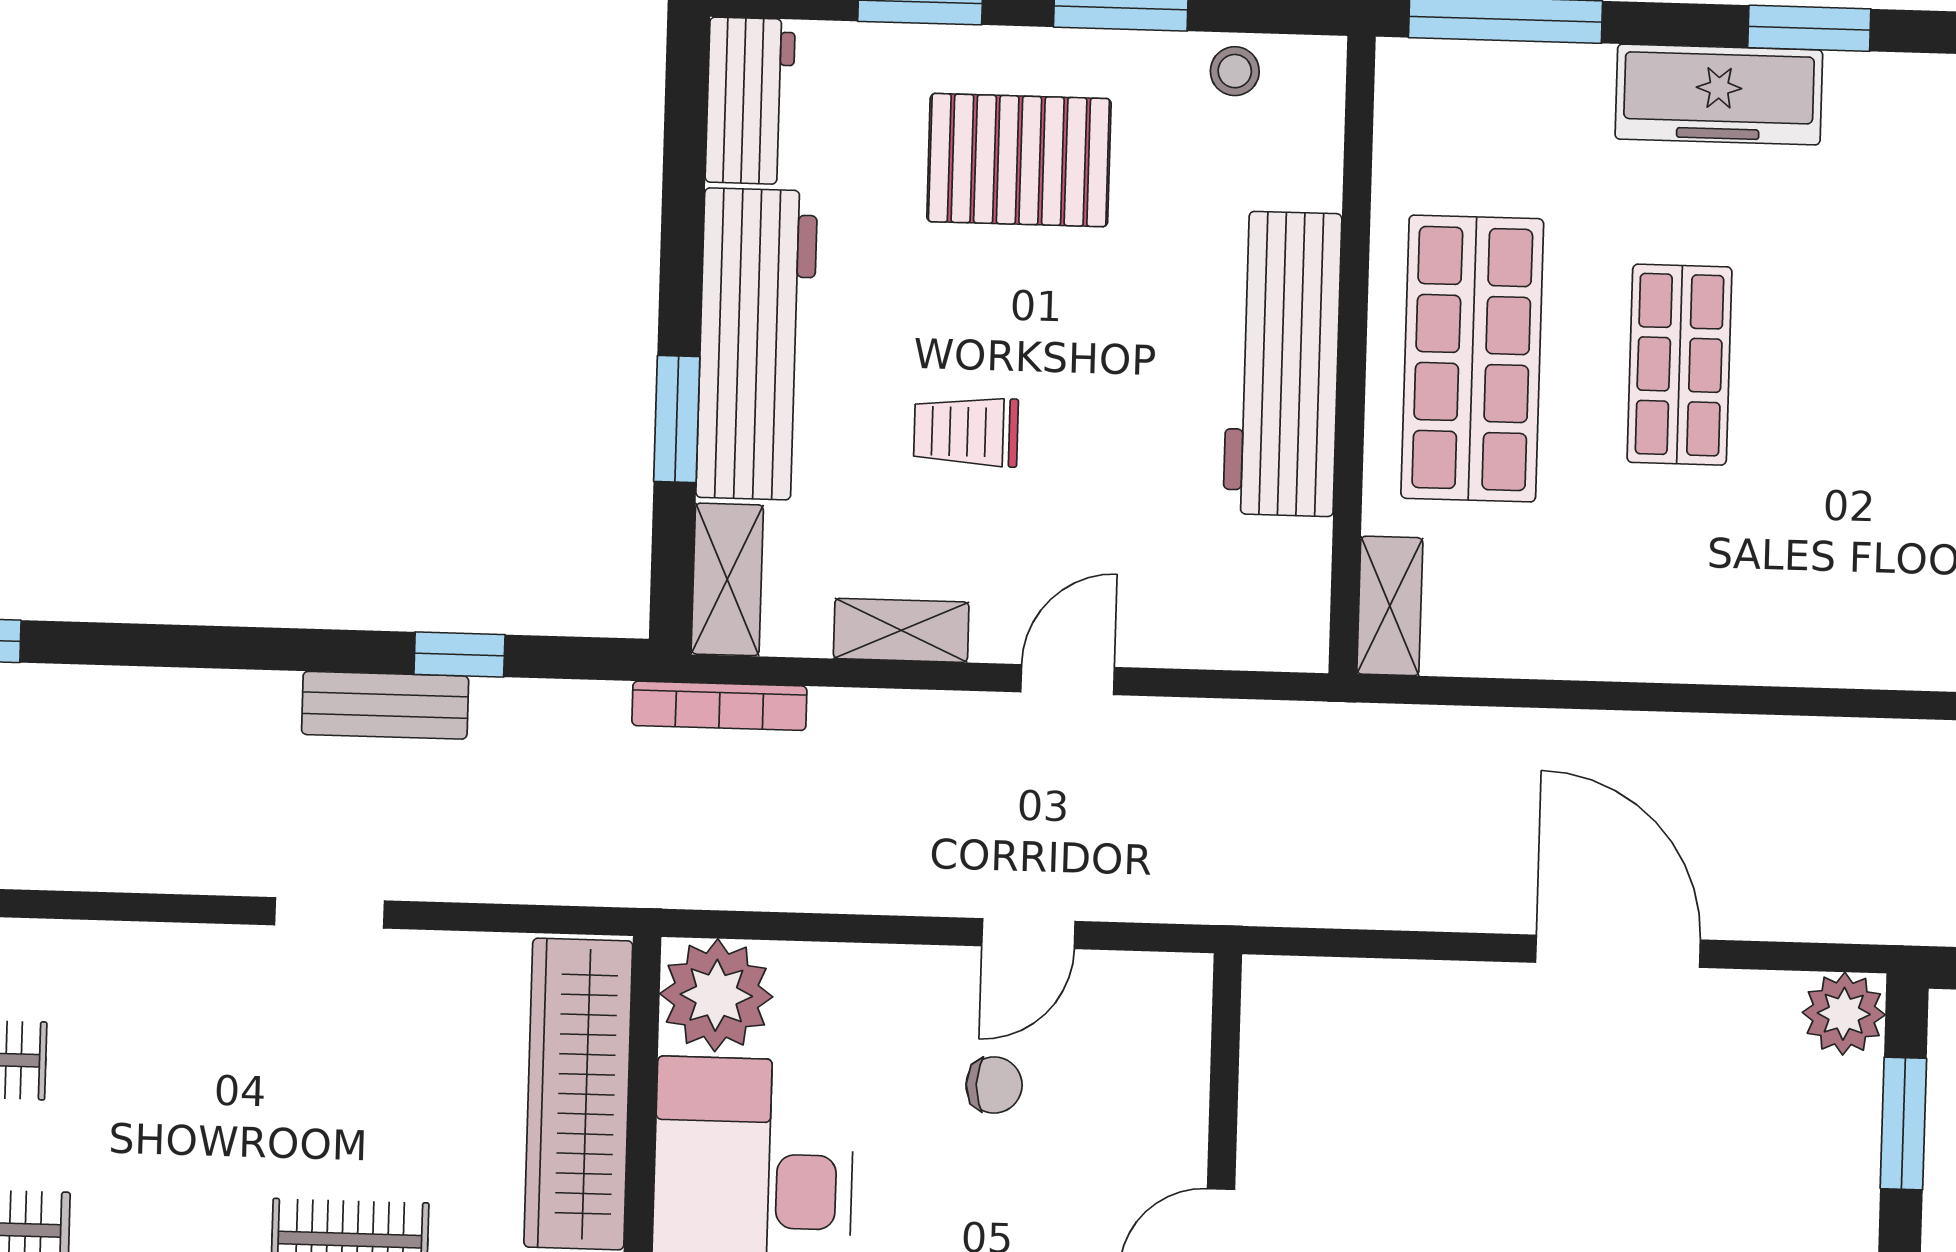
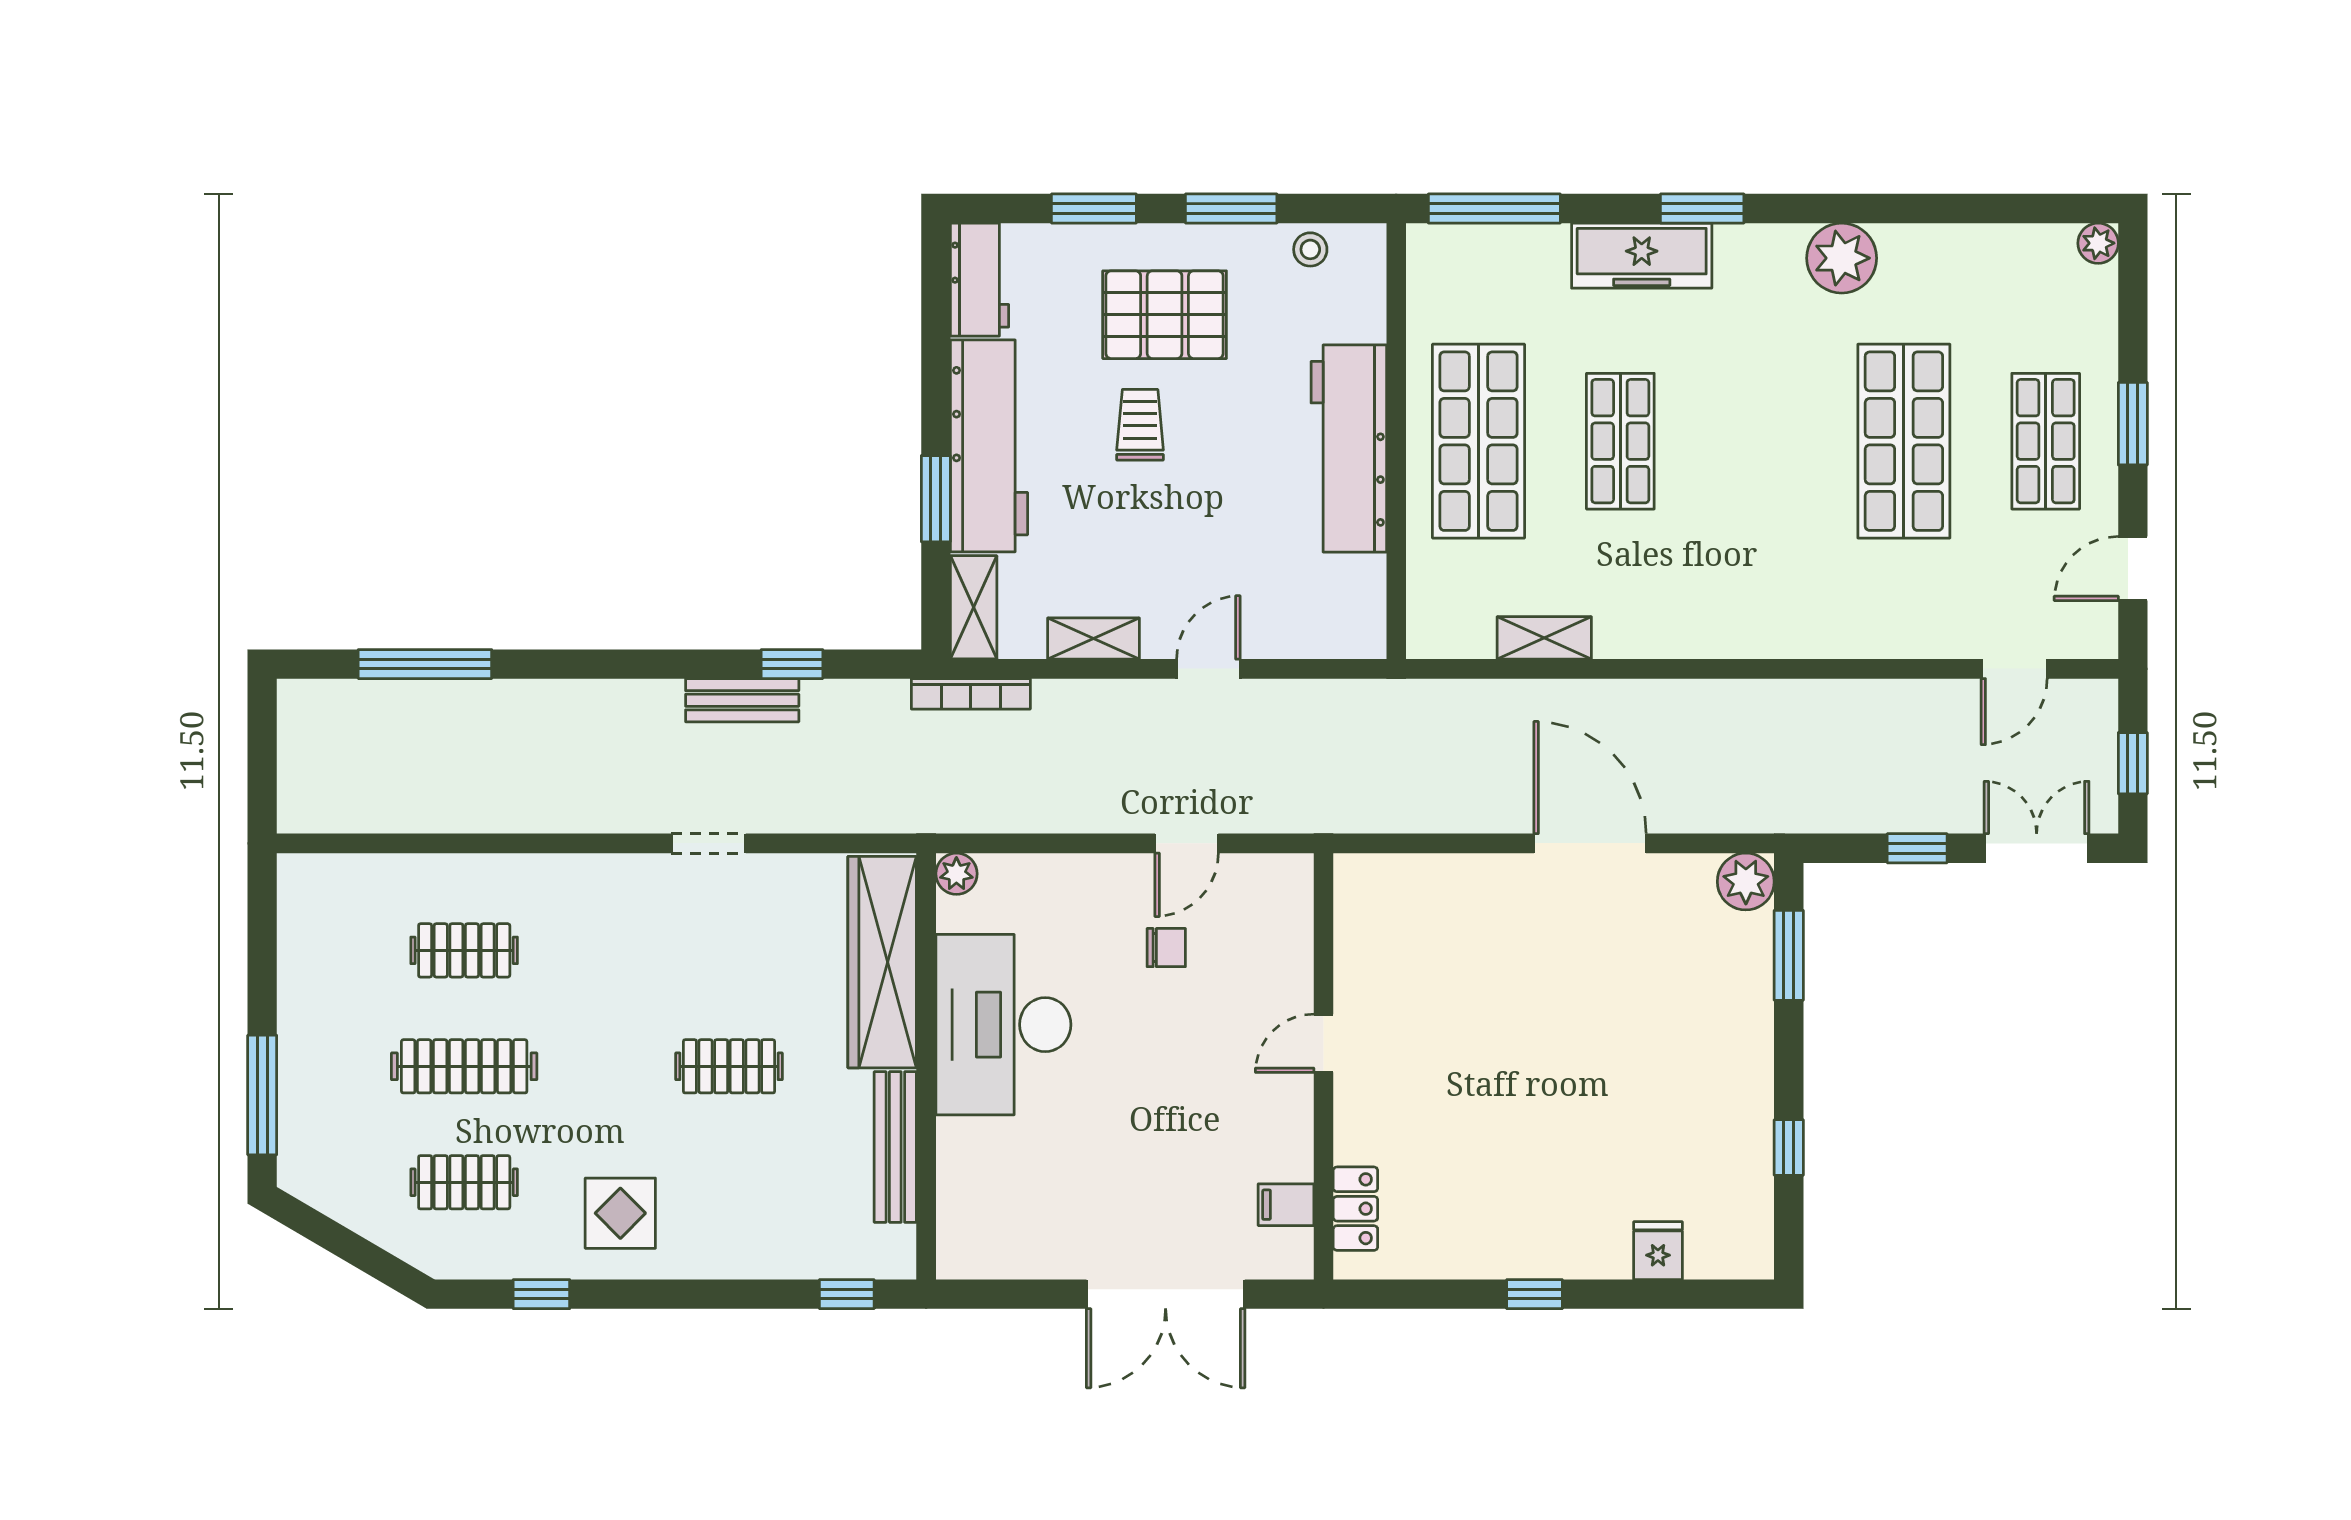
trolley: (966, 432) -> (1140, 425), moved, turned 90
shelving: (1390, 606) -> (1544, 638), moved, turned 90
plant: (716, 995) -> (956, 874), width x0.53, depth x0.53

